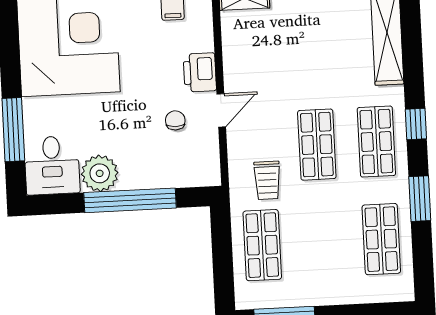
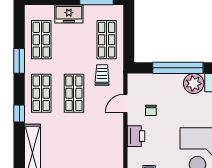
door: (221, 110) -> (125, 104), moved
window: (416, 124) -> (19, 114), moved
freezer: (333, 289) -> (69, 14), added

